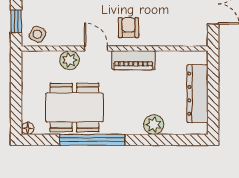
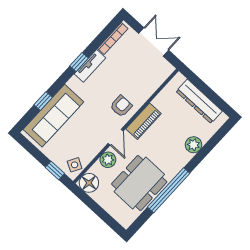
armchair: (129, 28) -> (121, 106), turned 90
door: (96, 48) -> (116, 137), swing flipped
floor lamp: (28, 128) -> (89, 183), moved, width x1.89, depth x1.89

